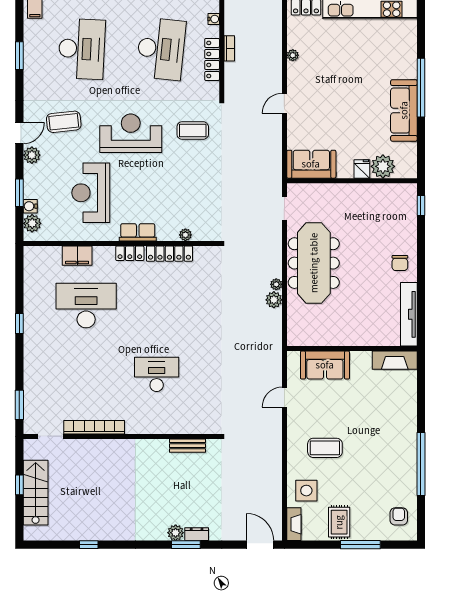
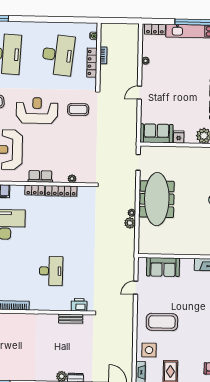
fridge: (362, 169) -> (179, 137), moved
desk: (157, 374) -> (51, 271), turned 90
printer: (200, 424) -> (79, 305), added
coffee table: (325, 448) -> (162, 322), width x1.36, depth x1.32

